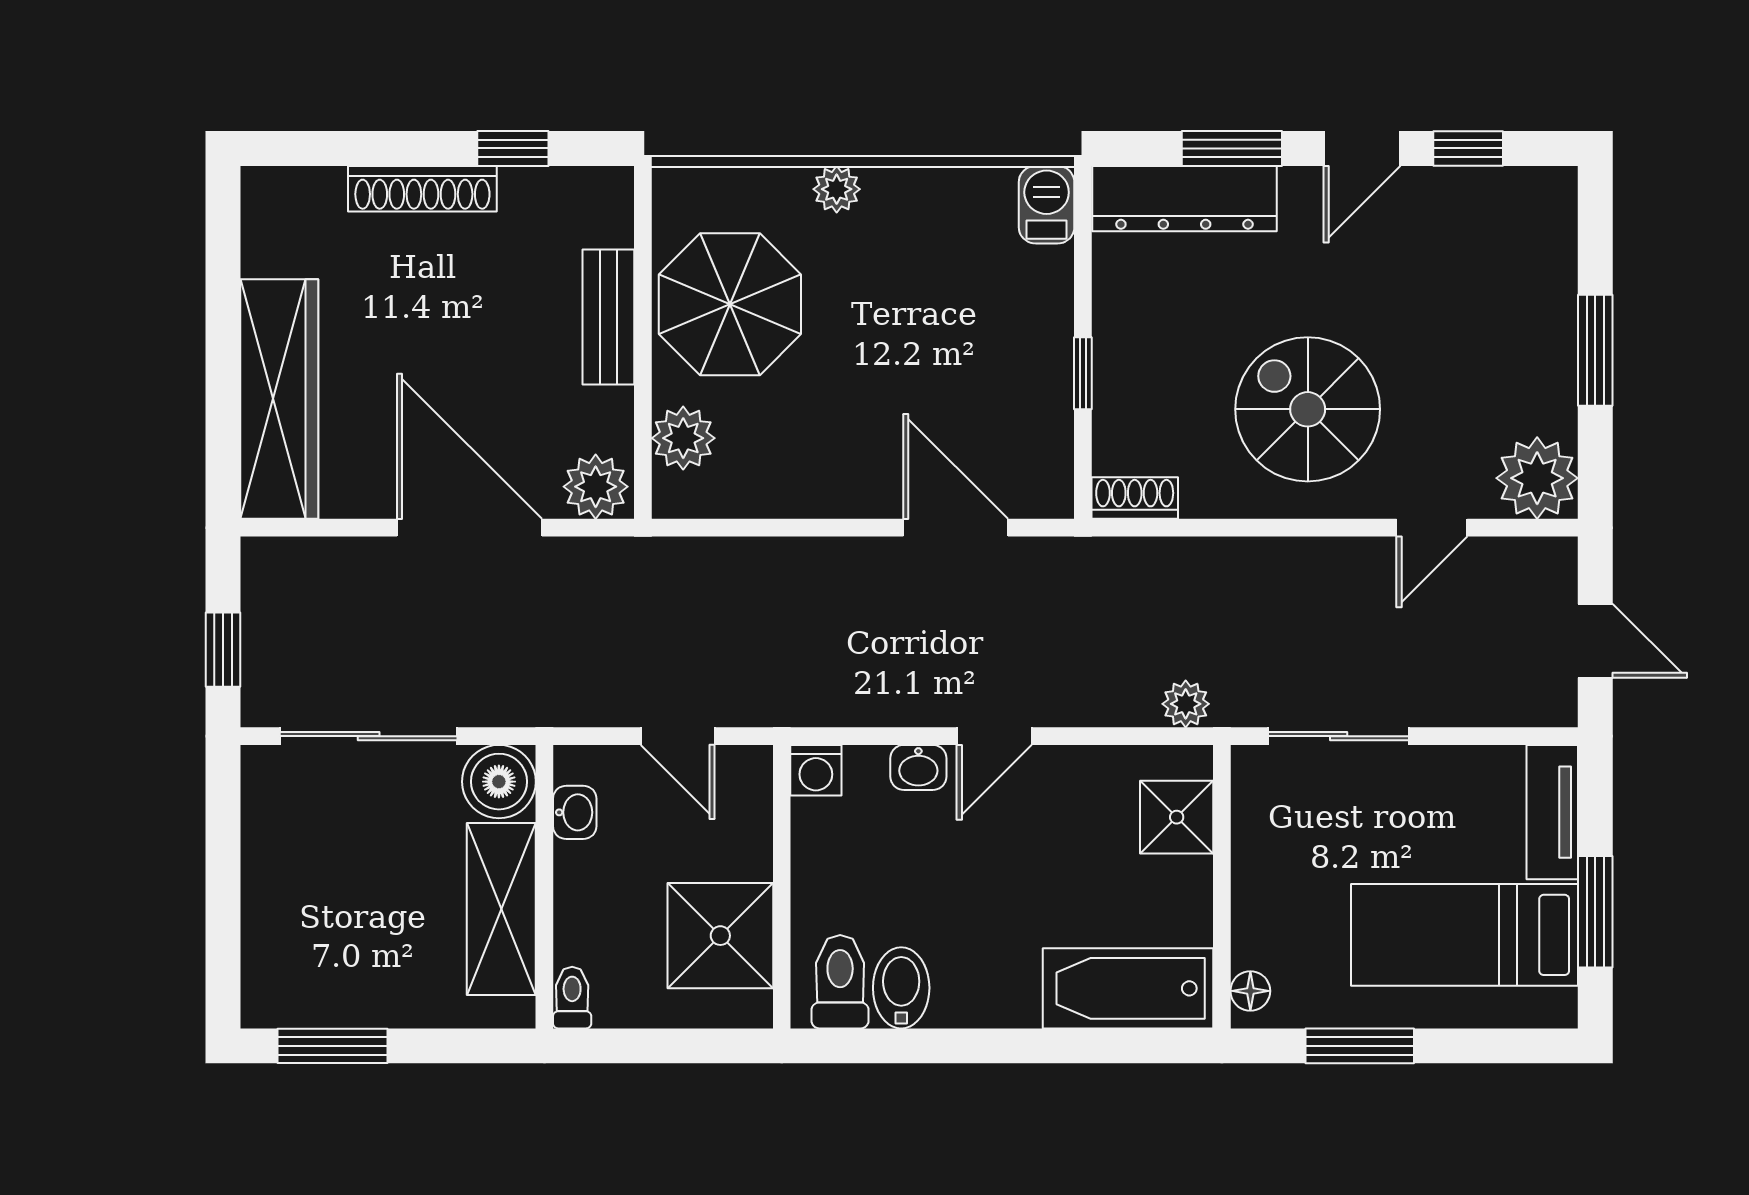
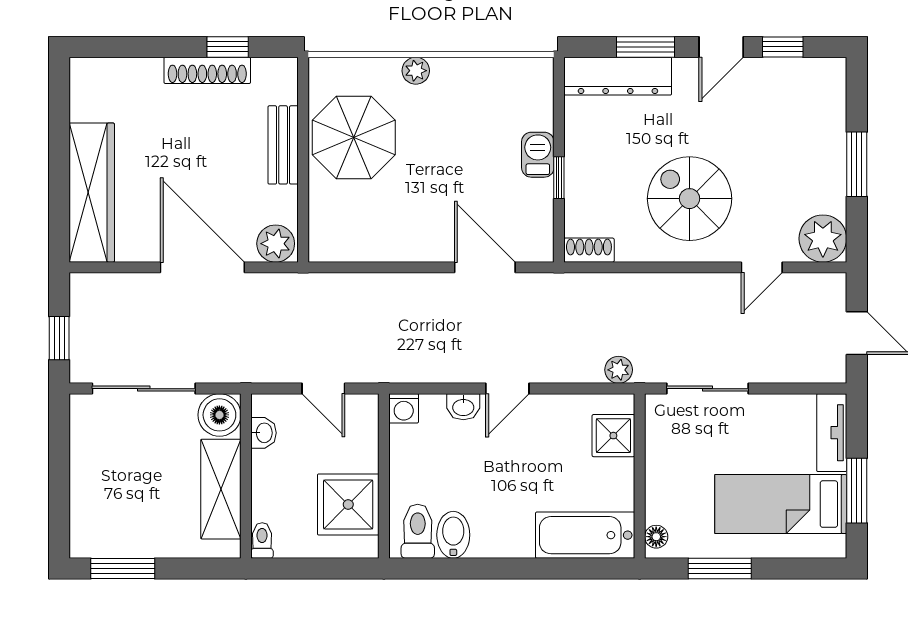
shoe rack: (422, 189) -> (207, 70), moved
barbecue: (1047, 205) -> (538, 155), moved
plant: (683, 438) -> (327, 215), removed

